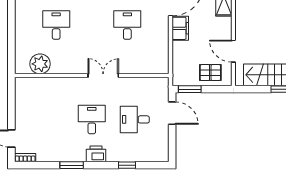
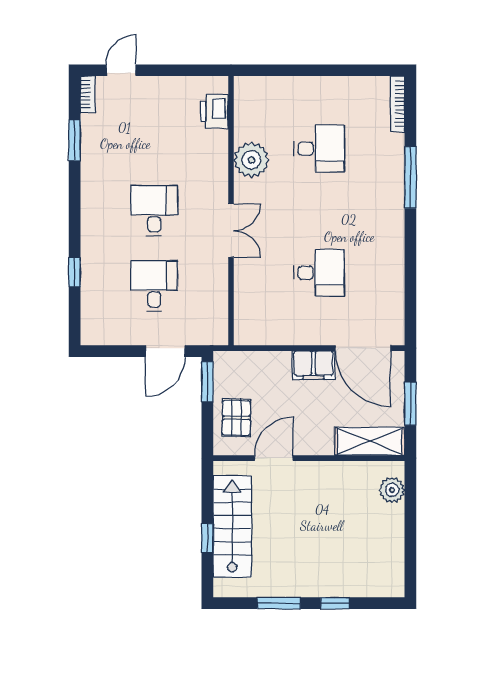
plant: (40, 64) -> (251, 160), moved
desk: (92, 119) -> (154, 211), turned -90
printer: (96, 154) -> (214, 112), moved, turned 180
window: (72, 165) -> (75, 140), moved

